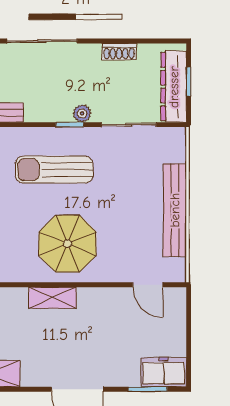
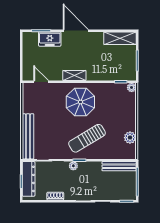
sun lounger: (54, 170) -> (87, 138), turned 149
bench: (175, 210) -> (28, 136), moved
shelving: (53, 298) -> (74, 76), moved
freezer: (164, 372) -> (50, 39), moved

